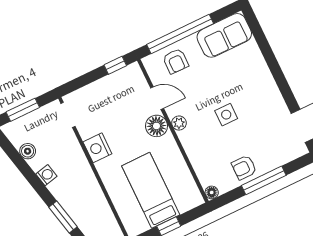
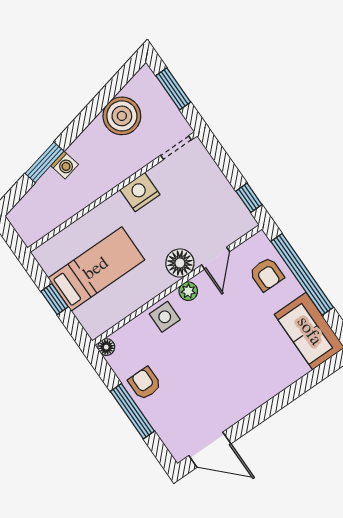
armchair: (176, 61) -> (267, 274), turned -91
side table: (226, 115) -> (165, 317), moved
boiler: (28, 151) -> (122, 116), width x1.86, depth x1.86
washing machine: (46, 175) -> (65, 165), moved

